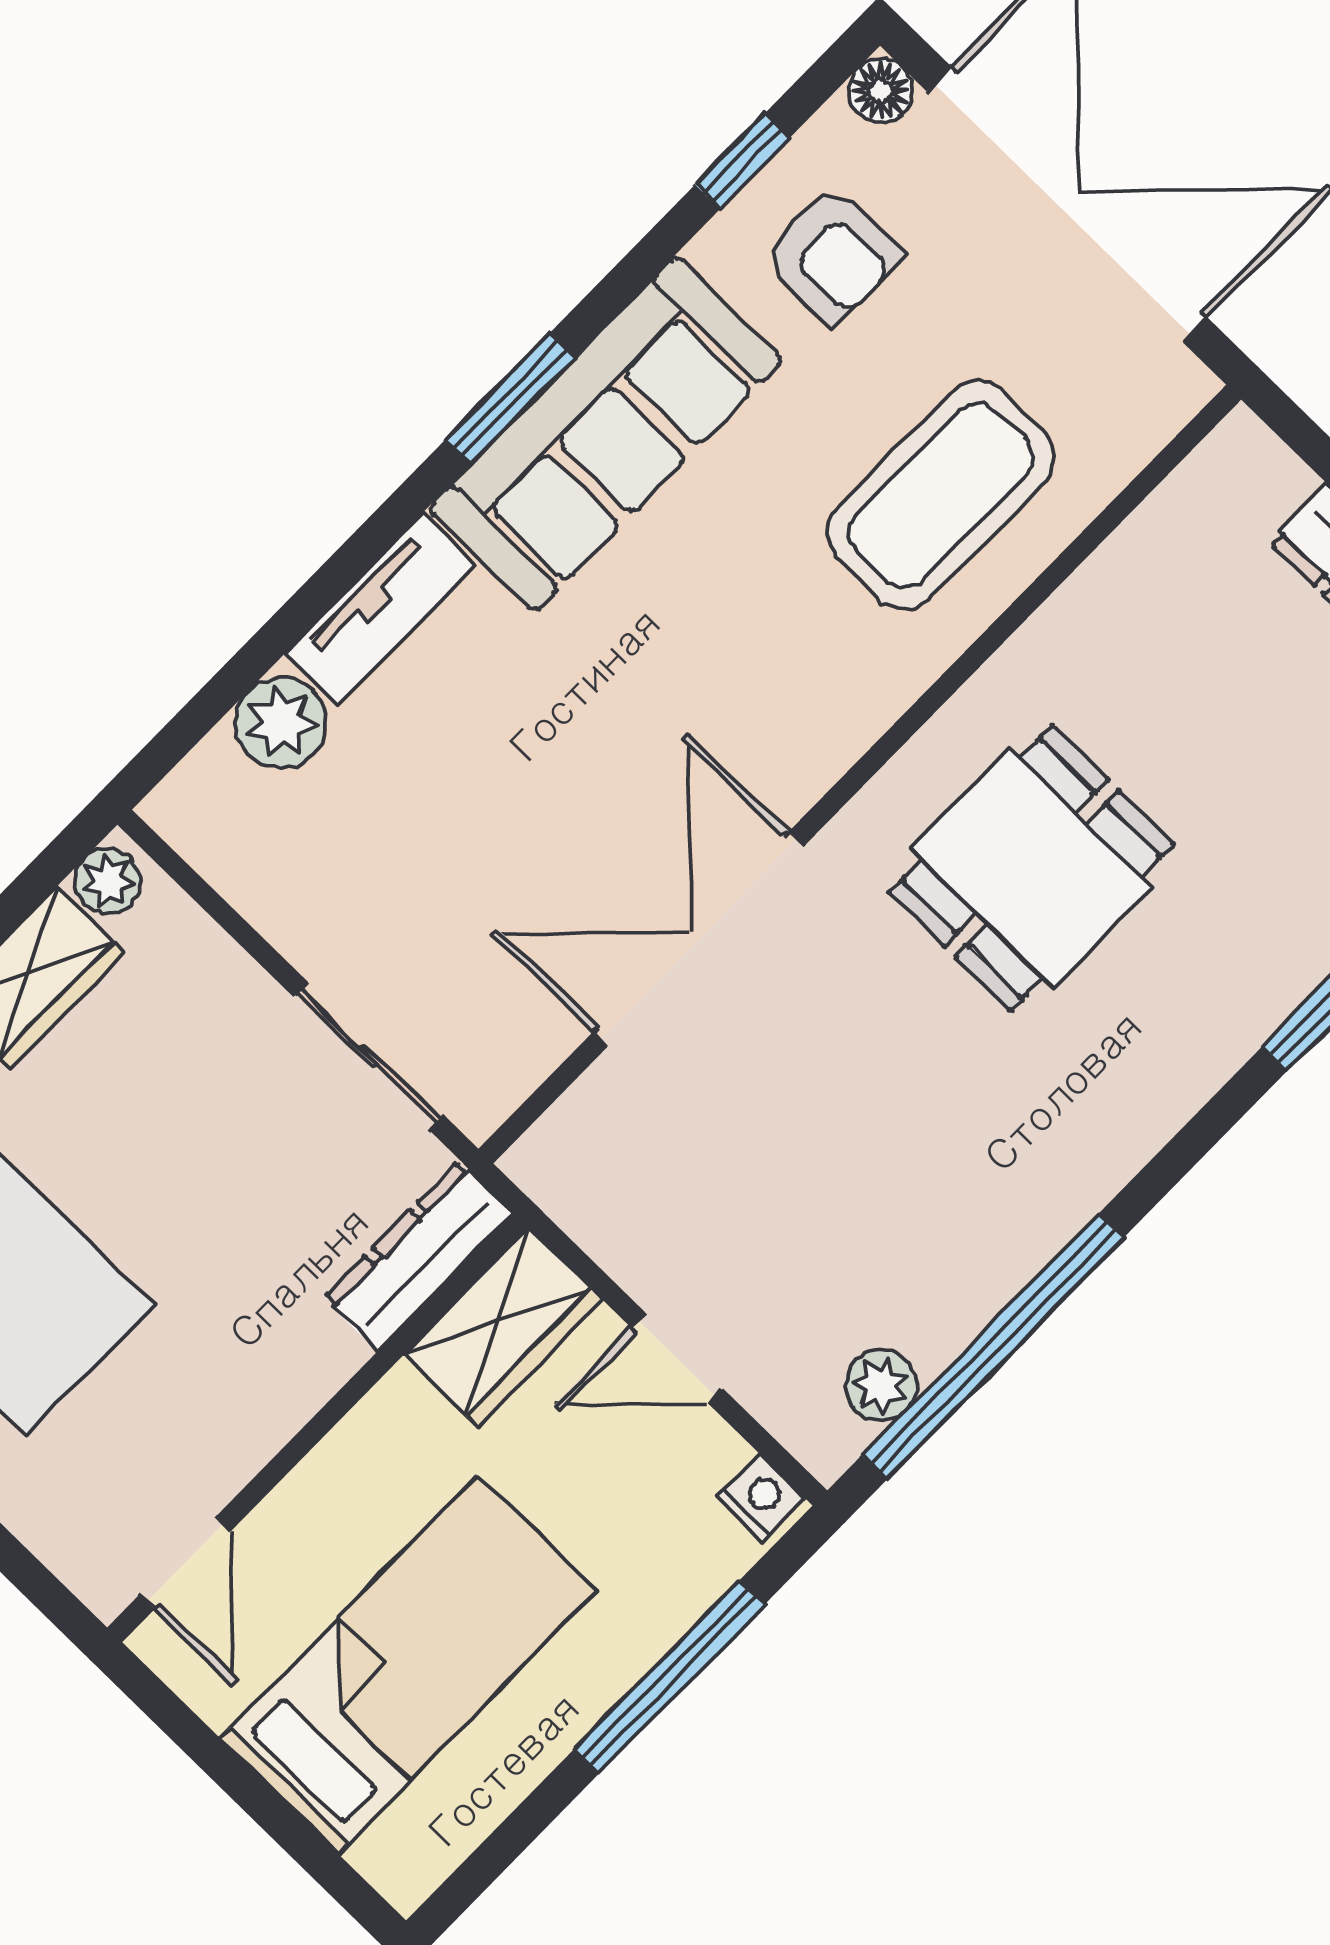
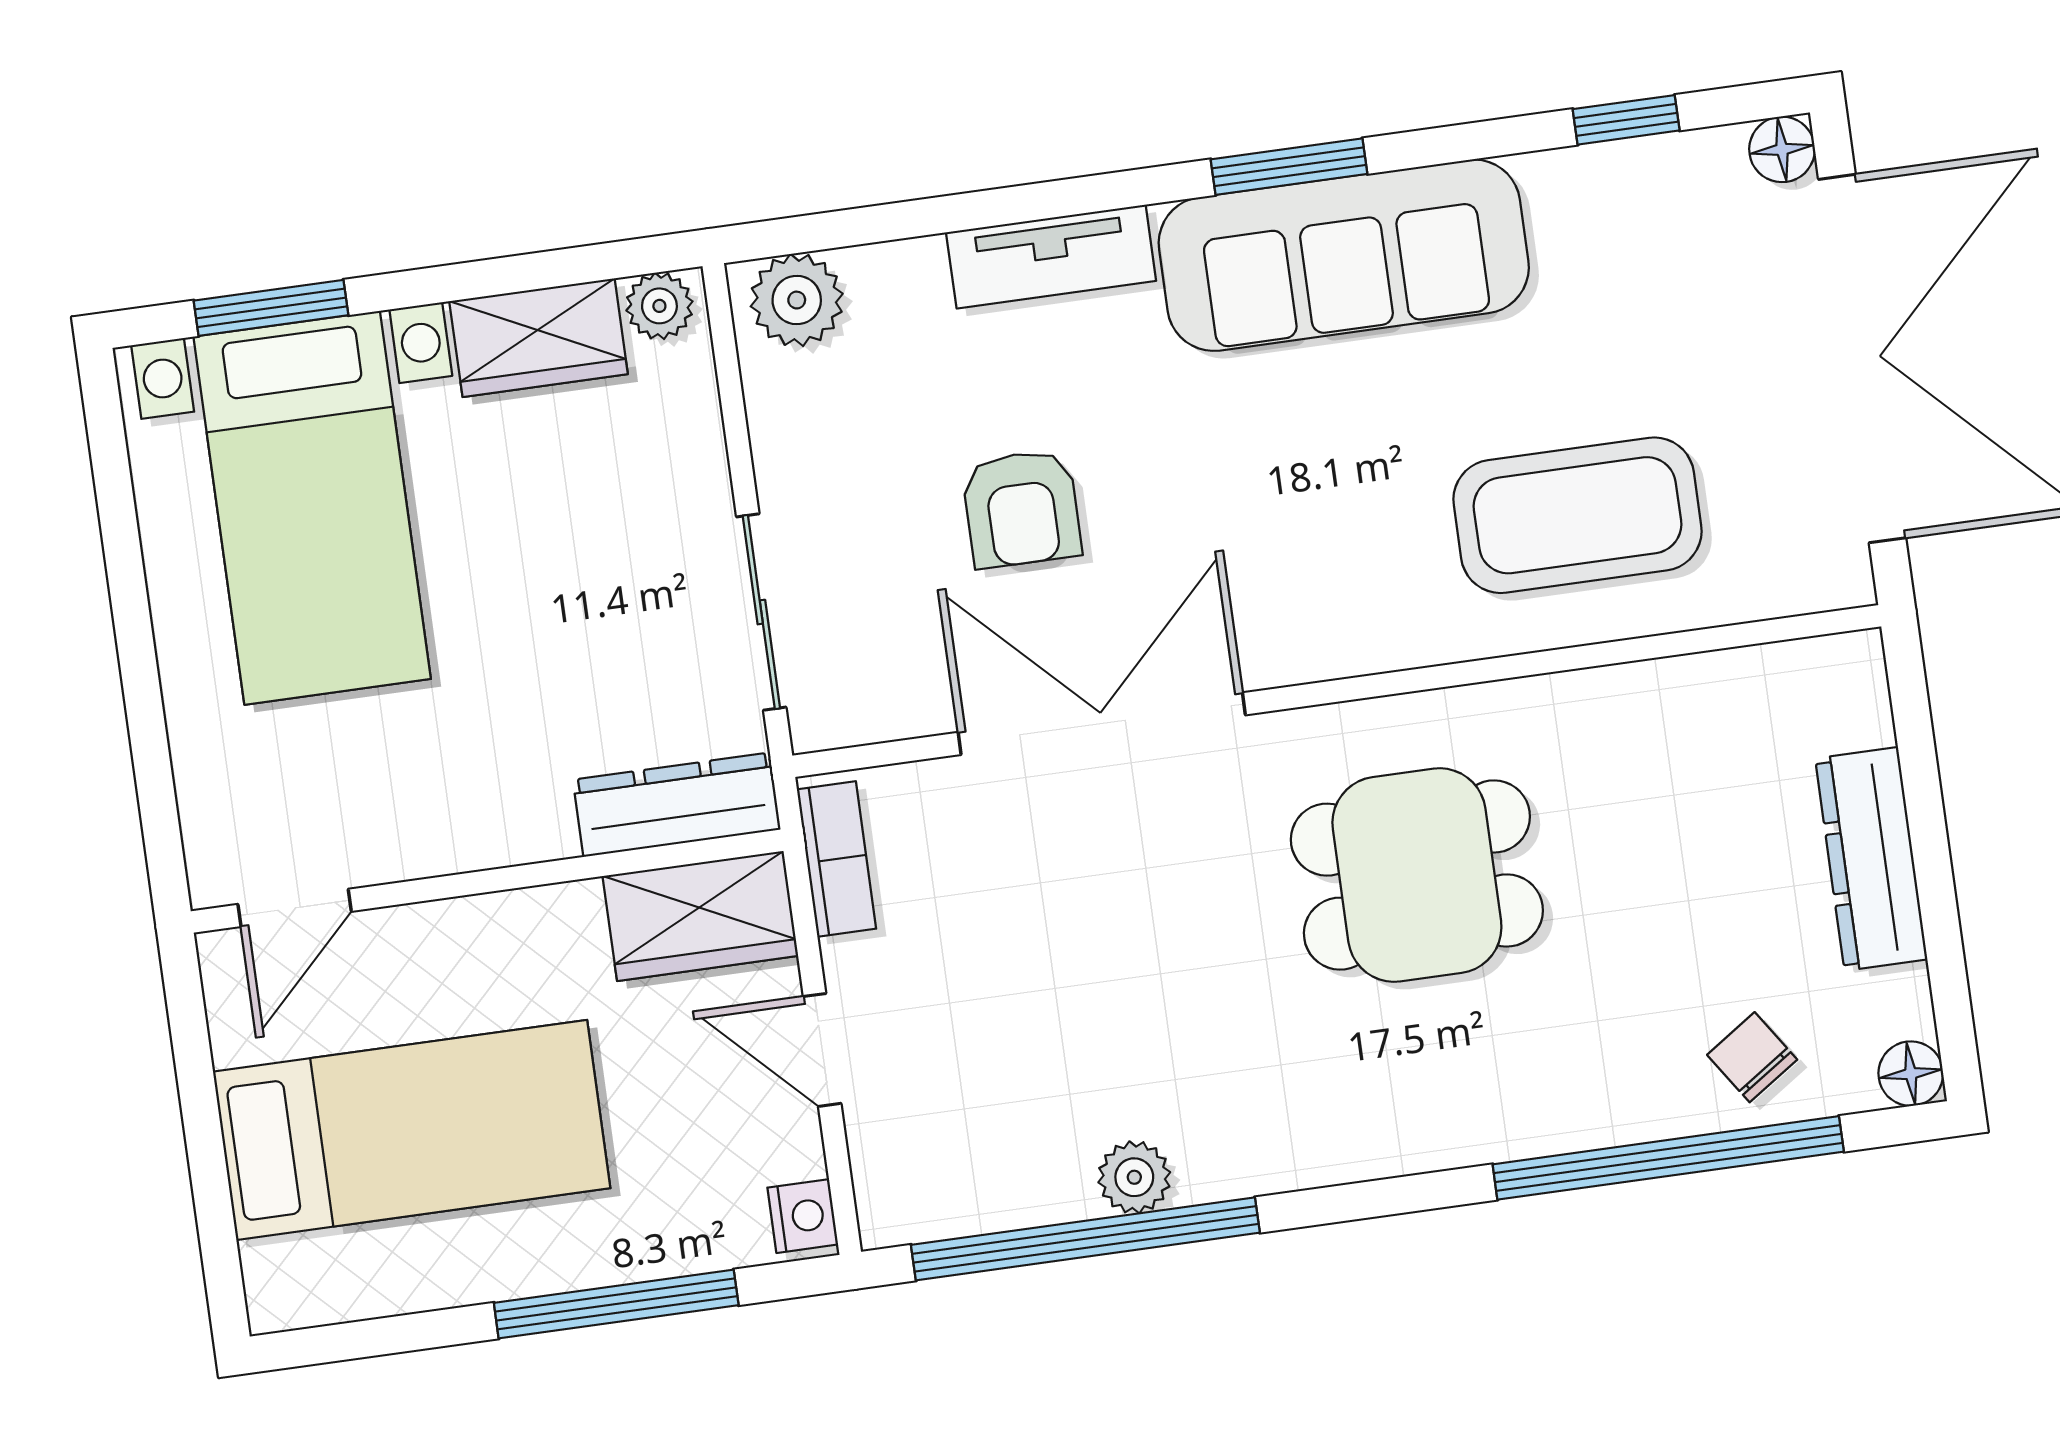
armchair: (832, 255) -> (1022, 509), moved
plant: (281, 722) -> (797, 300), moved
bookcase: (574, 1202) -> (837, 859), added
plant: (881, 1385) -> (1134, 1177), moved

